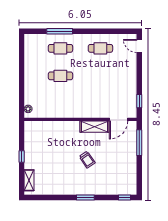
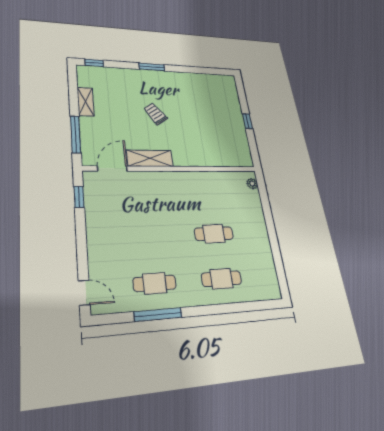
window: (60, 31) -> (158, 315), moved
shelving: (29, 180) -> (86, 102), moved

